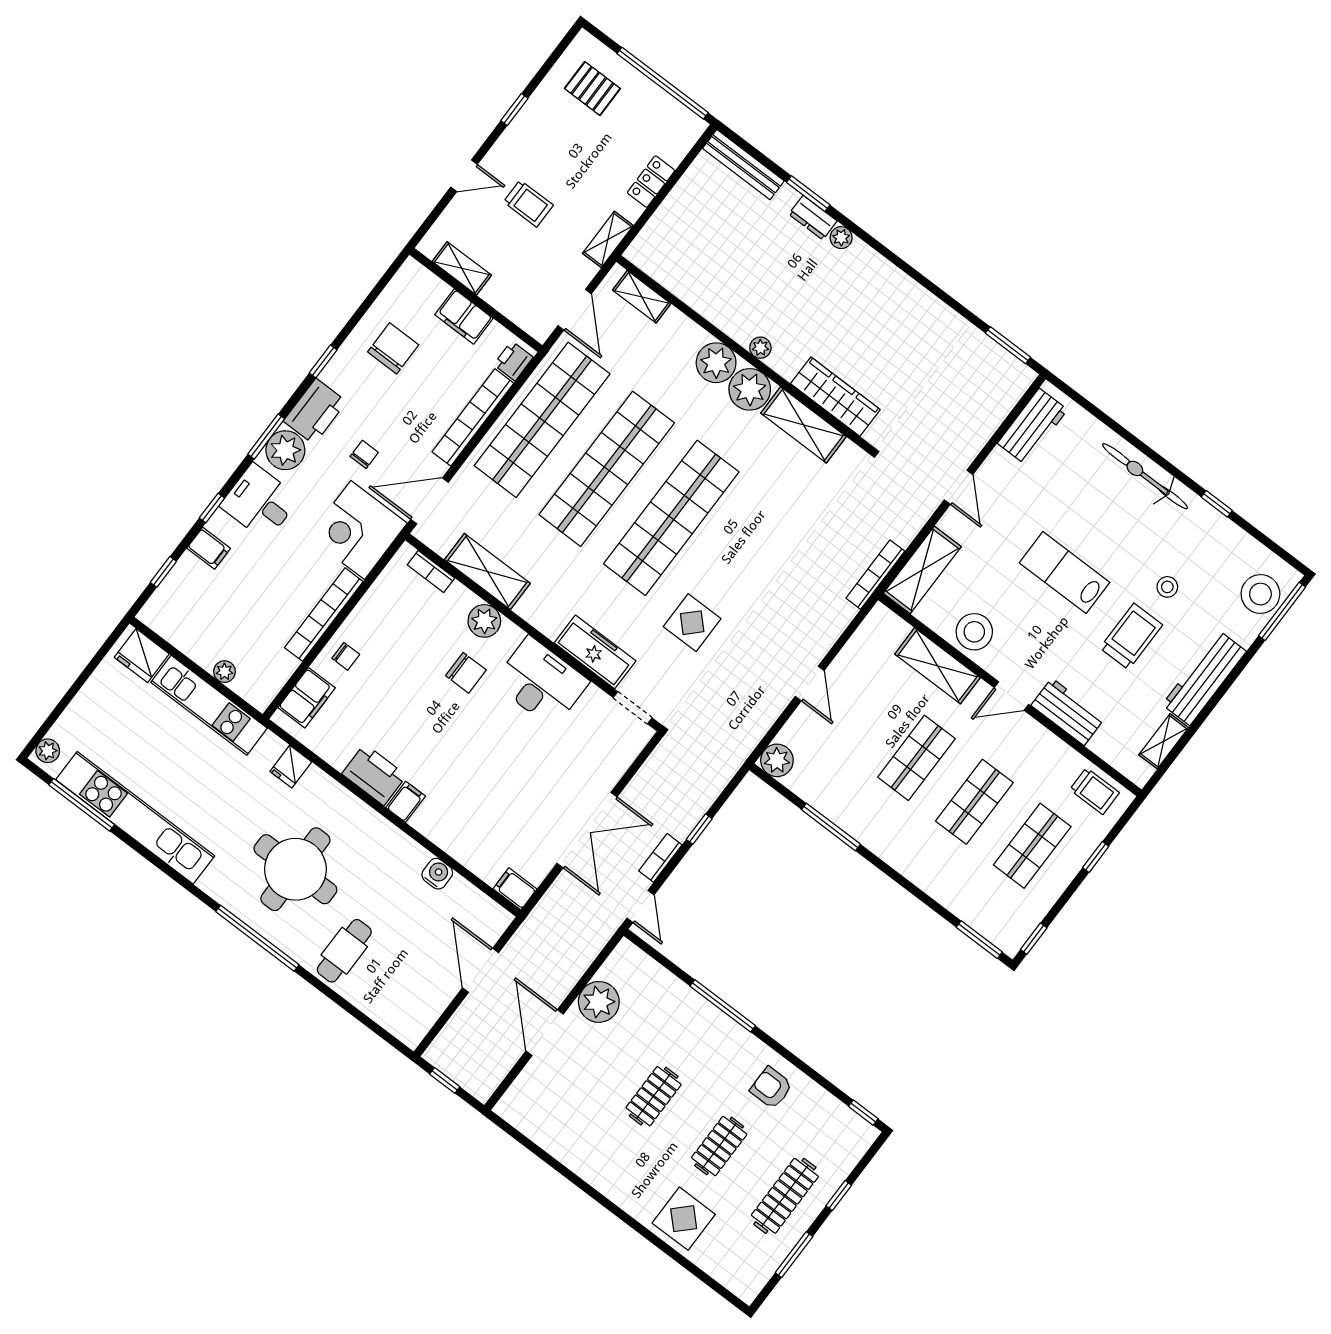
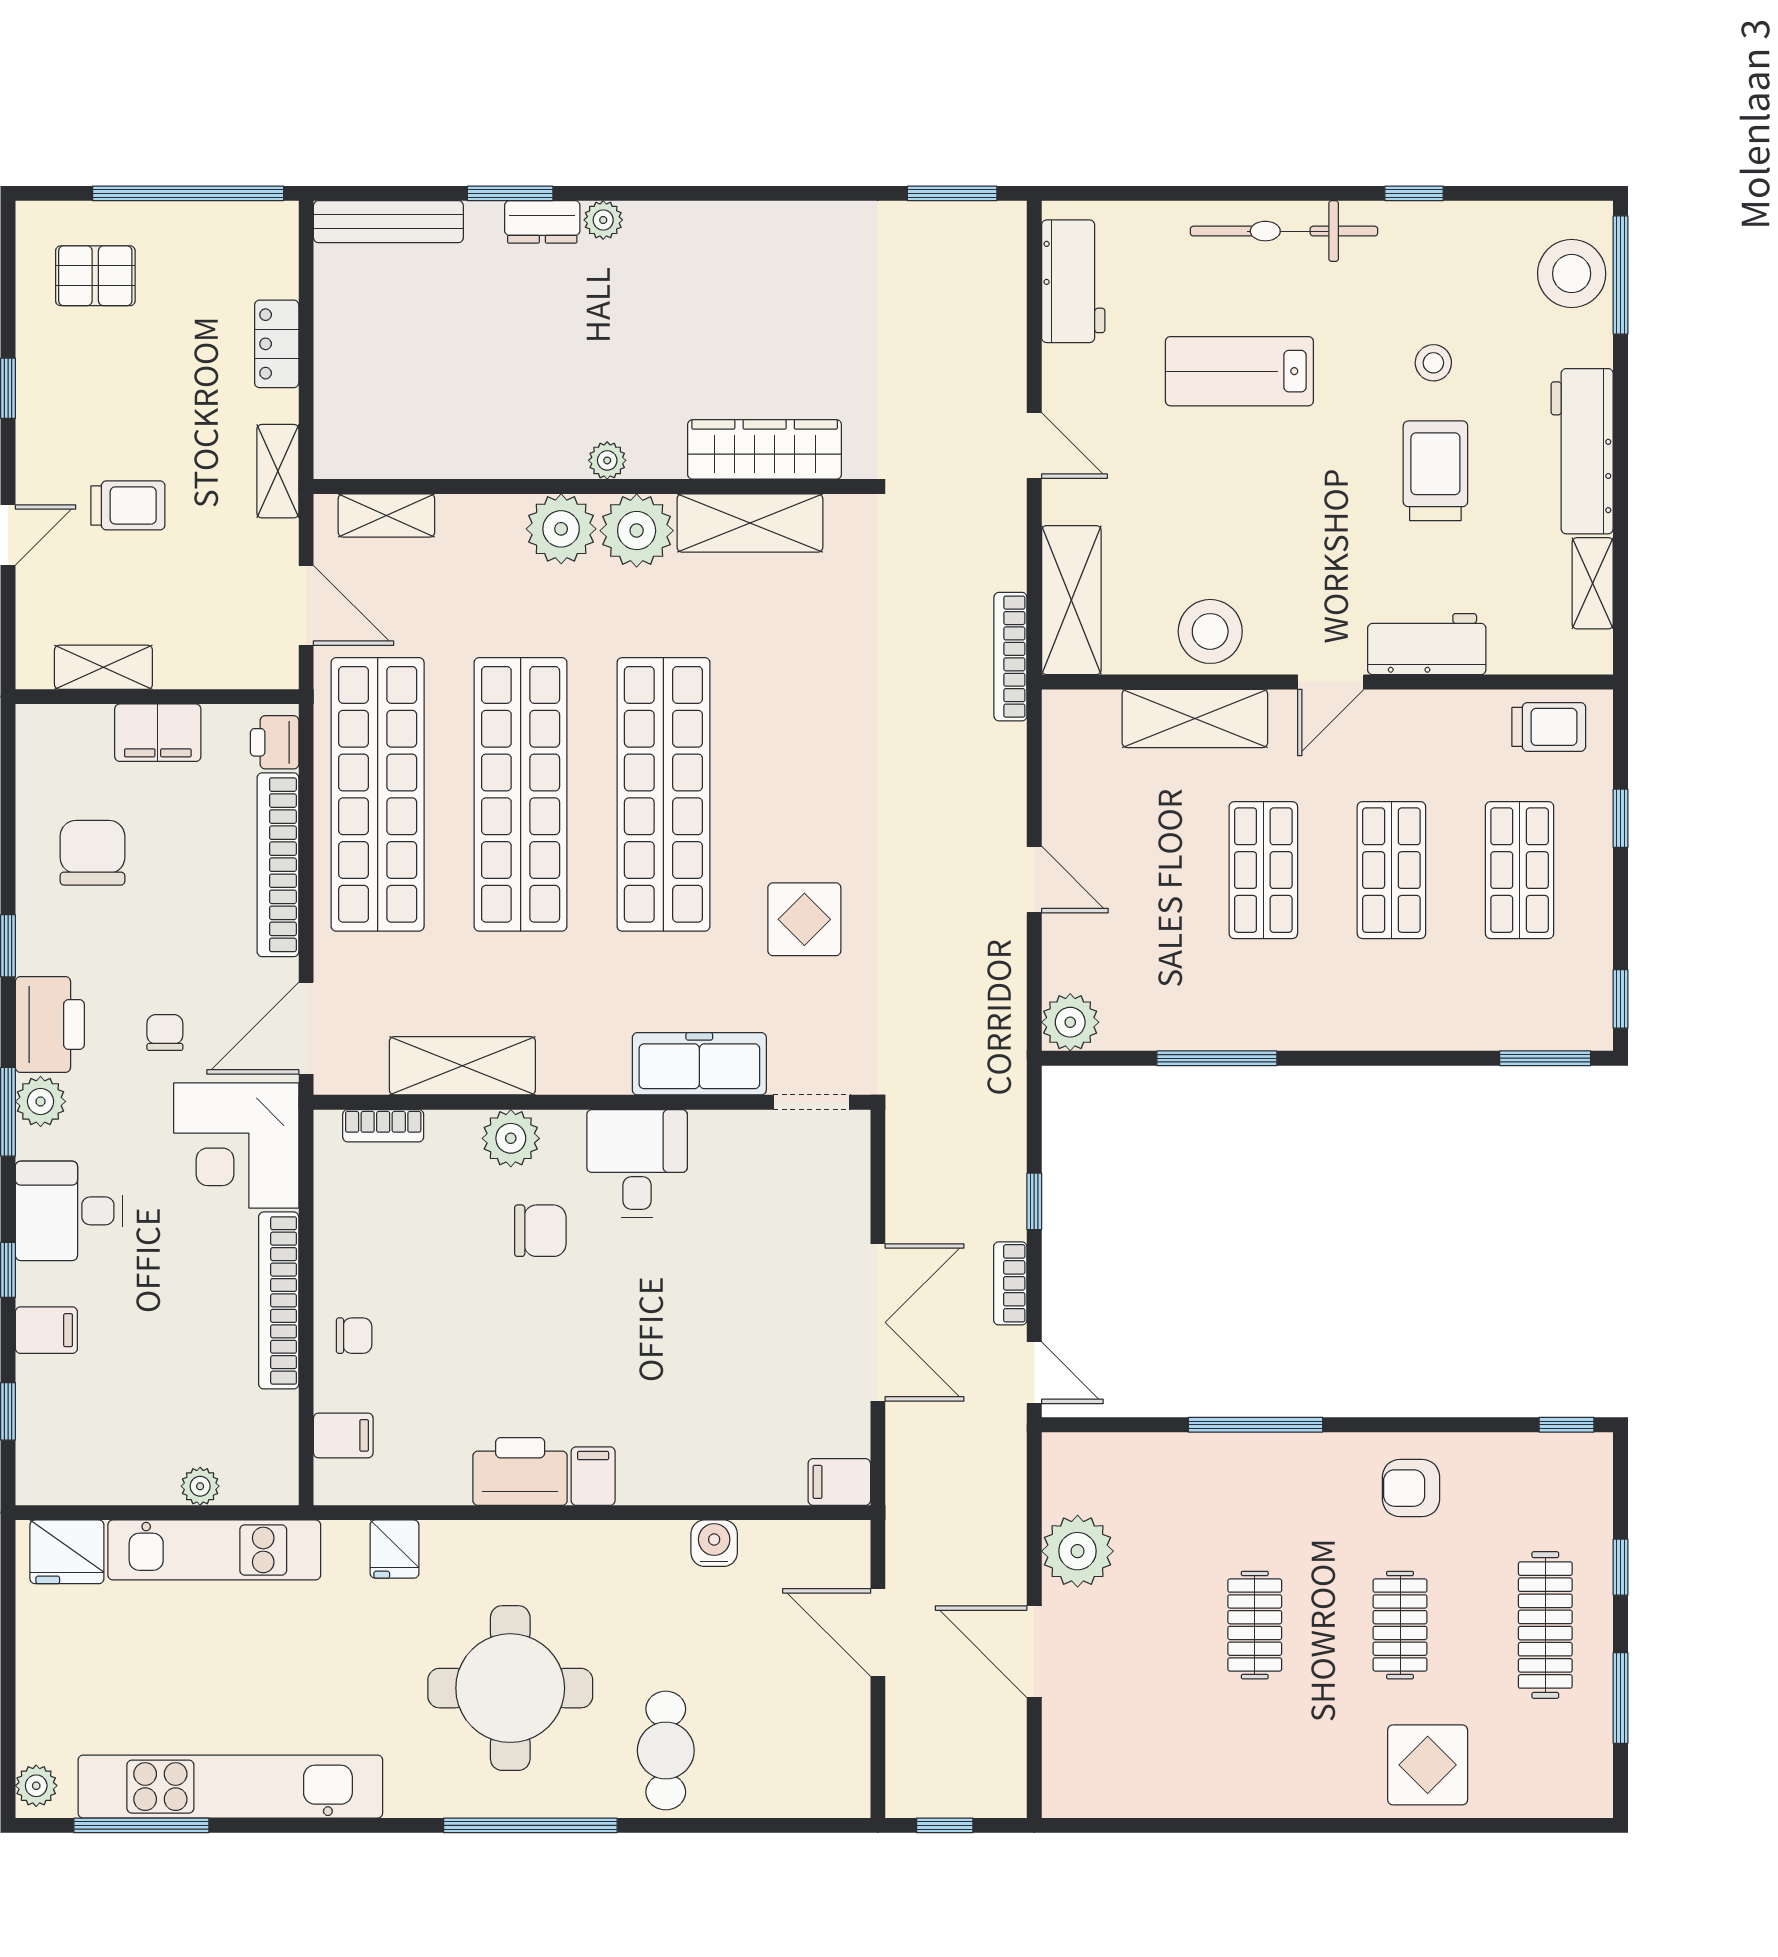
plant: (285, 450) -> (41, 1101), width x0.73, depth x0.73
lab bench: (1065, 573) -> (1239, 371), moved
desk: (541, 682) -> (637, 1164), width x0.73
filing cabinet: (307, 698) -> (343, 1435), width x0.50

